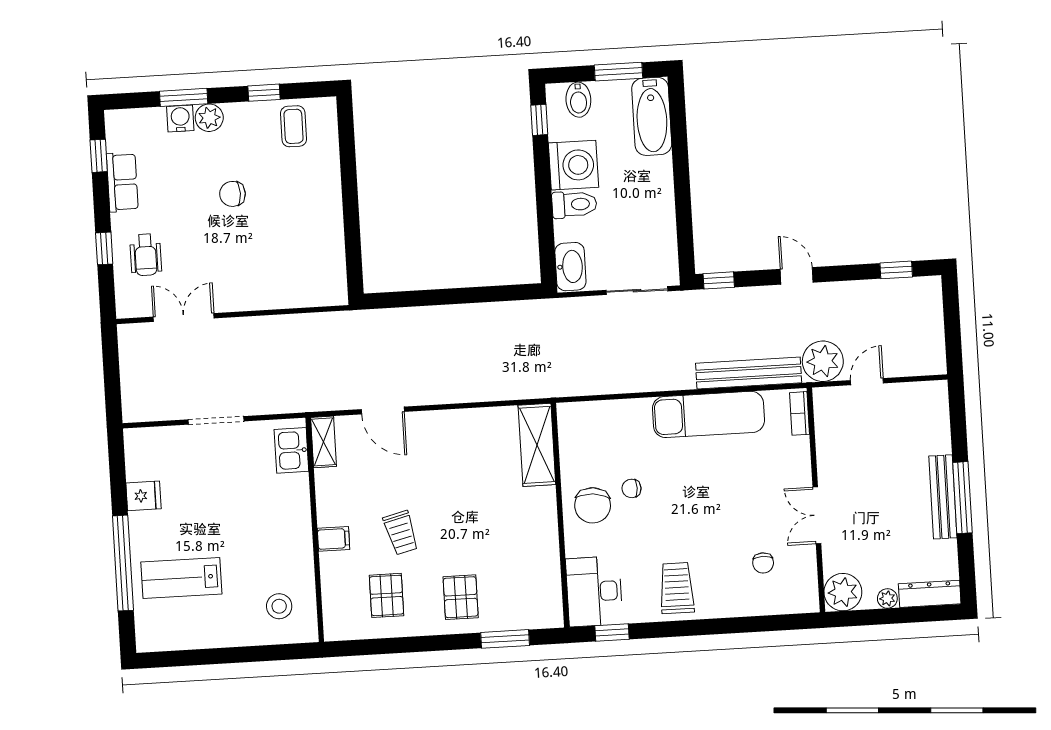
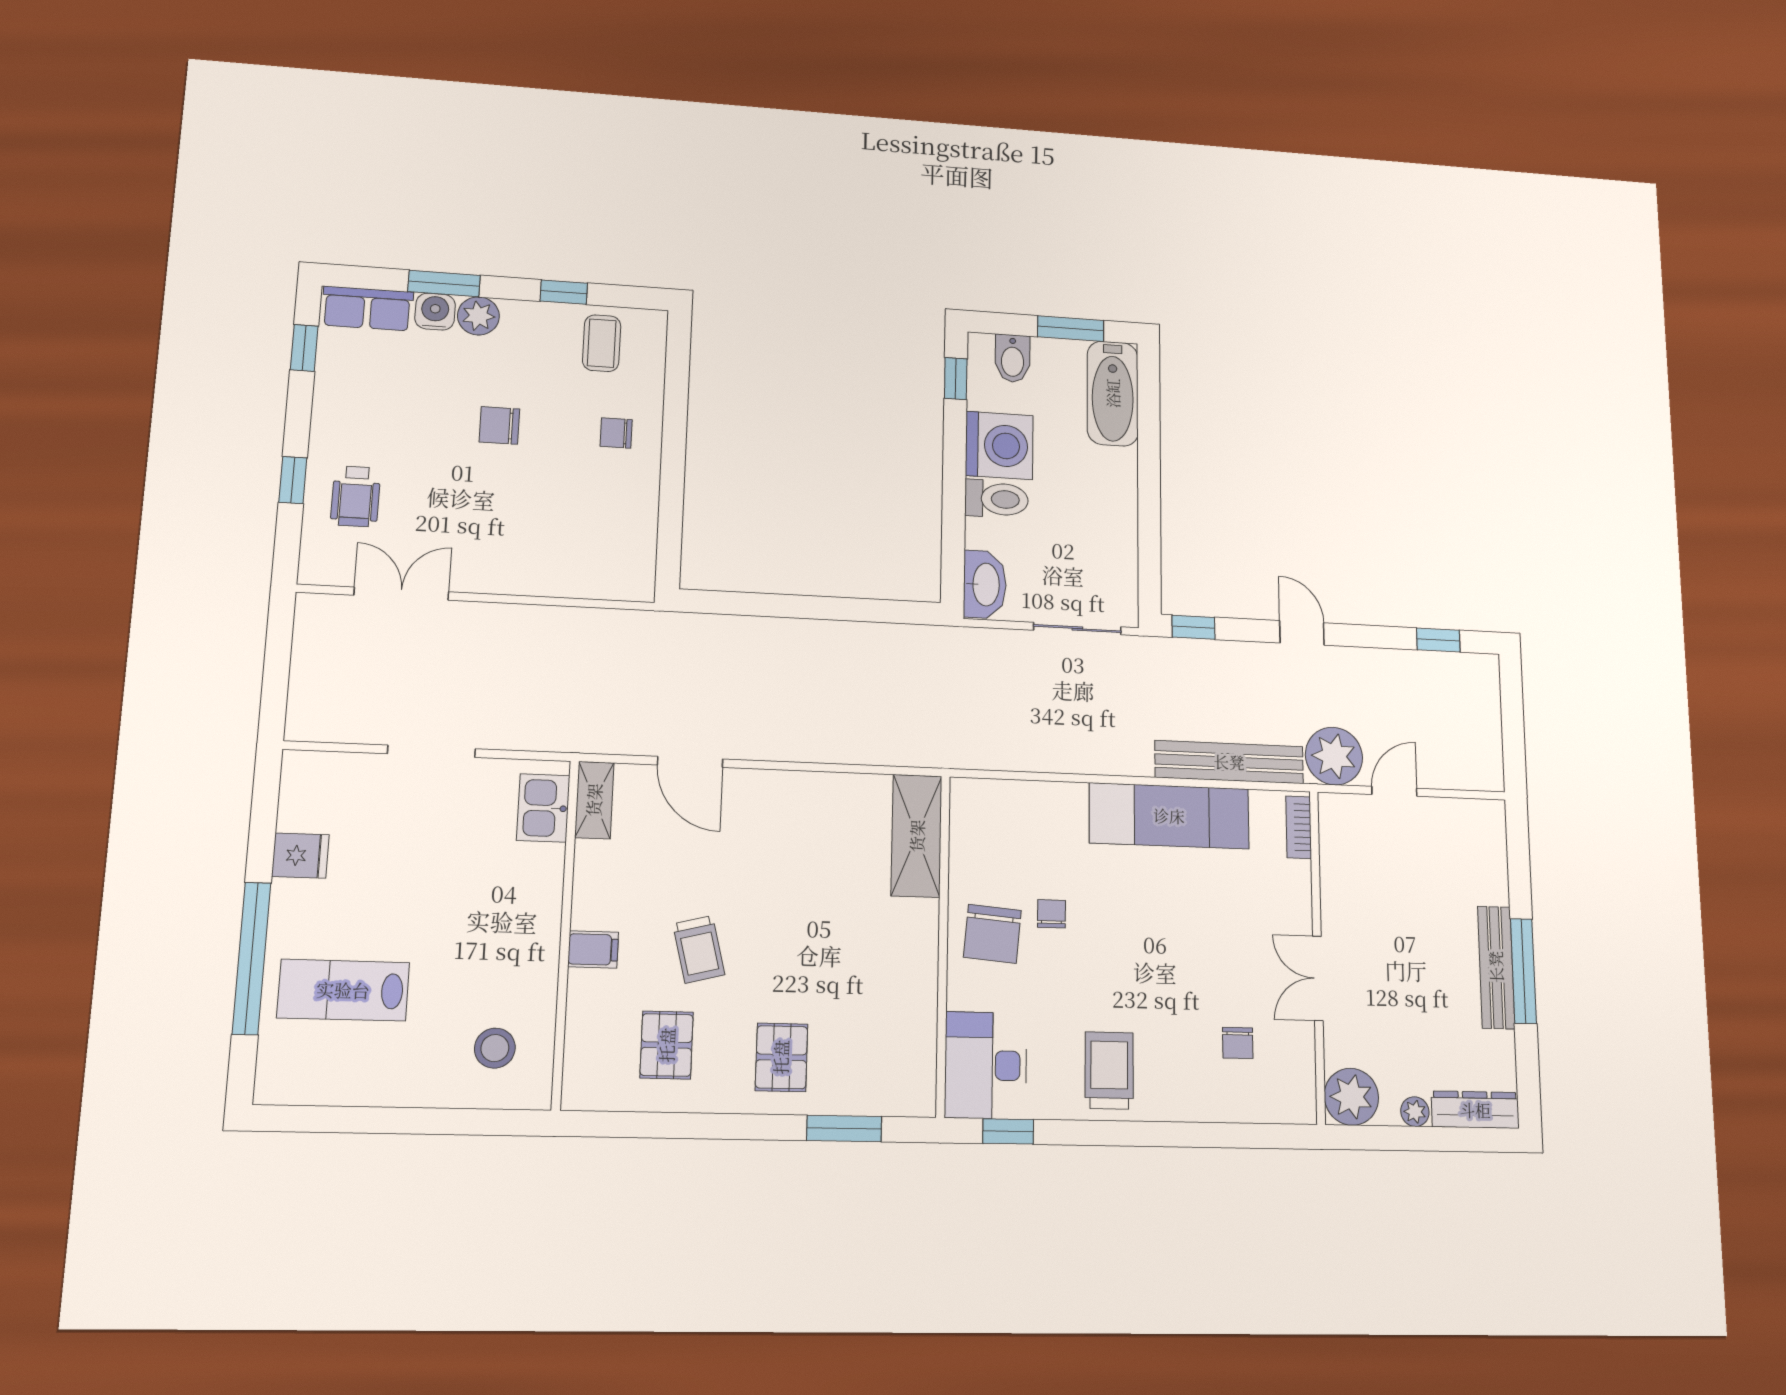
row of seats: (122, 182) -> (367, 308), moved, turned 90
chair: (310, 189) -> (616, 433), added
chair: (632, 488) -> (1052, 914), turned 90

